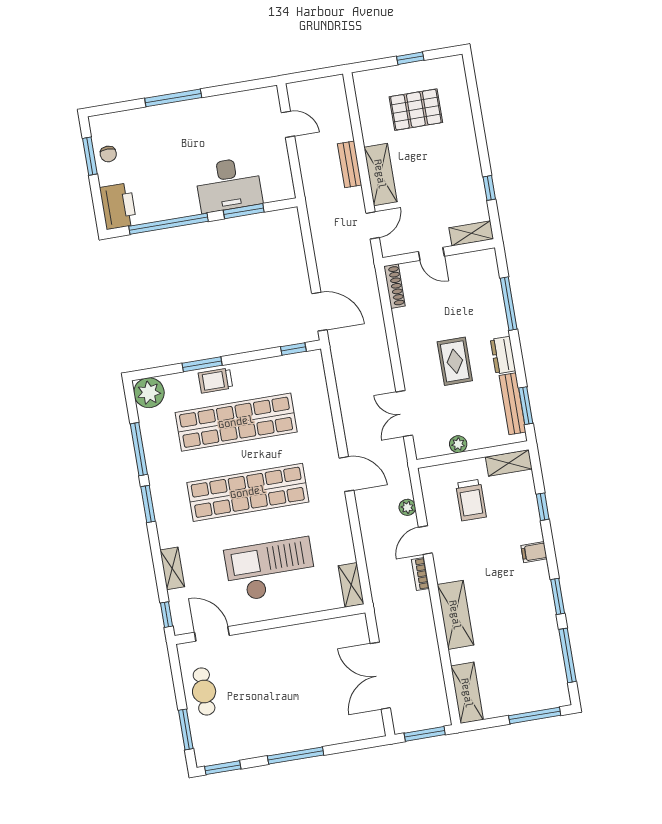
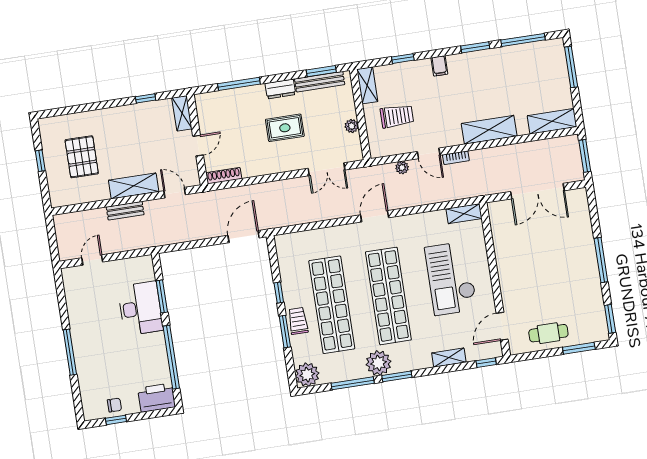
window: (90, 156) -> (116, 420), width x0.67
window: (293, 349) -> (279, 293), moved
trolley: (216, 381) -> (298, 321), turned 180
plant: (164, 481) -> (378, 363), added

